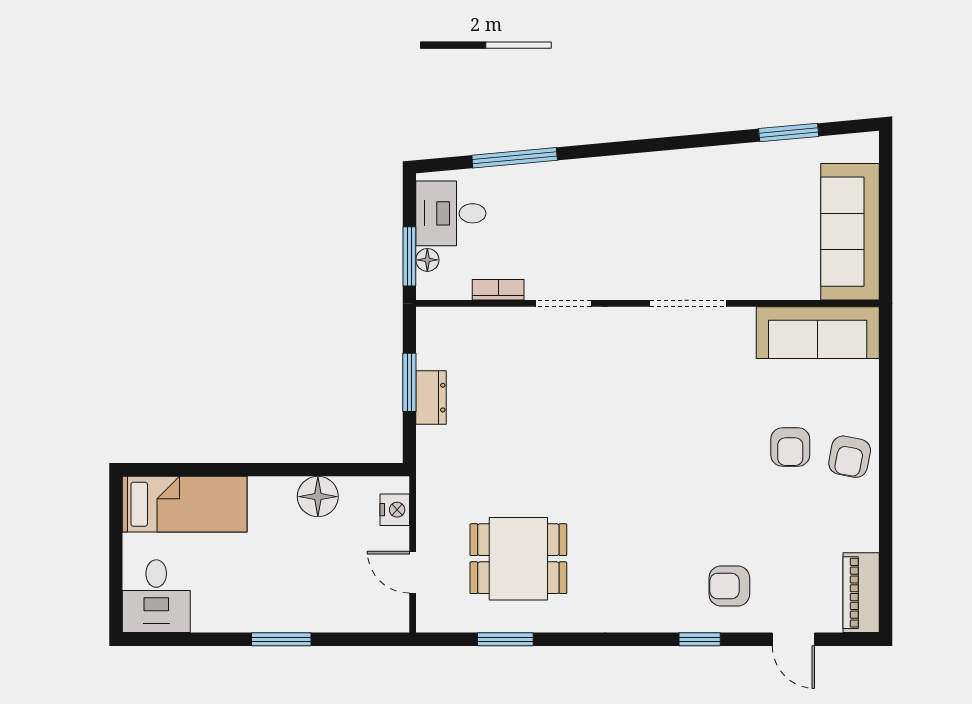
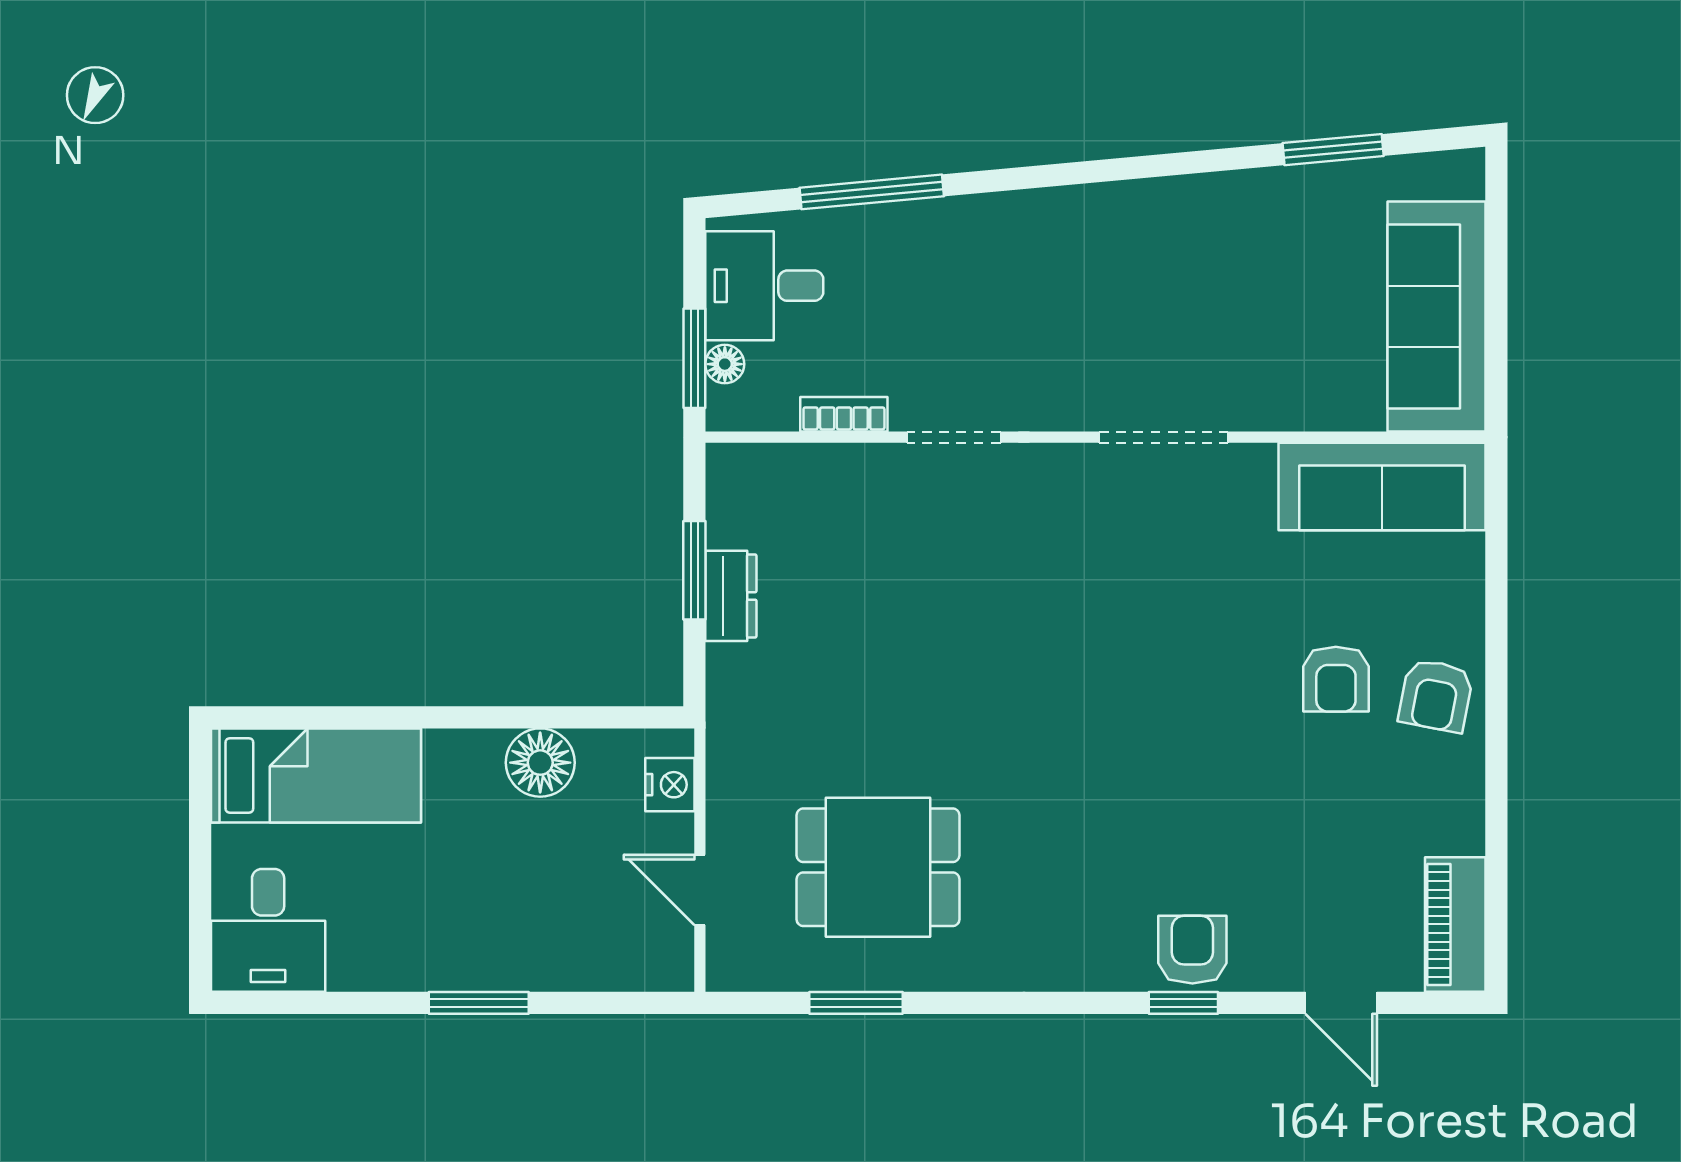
armchair: (729, 586) -> (1192, 950), moved, turned 90

